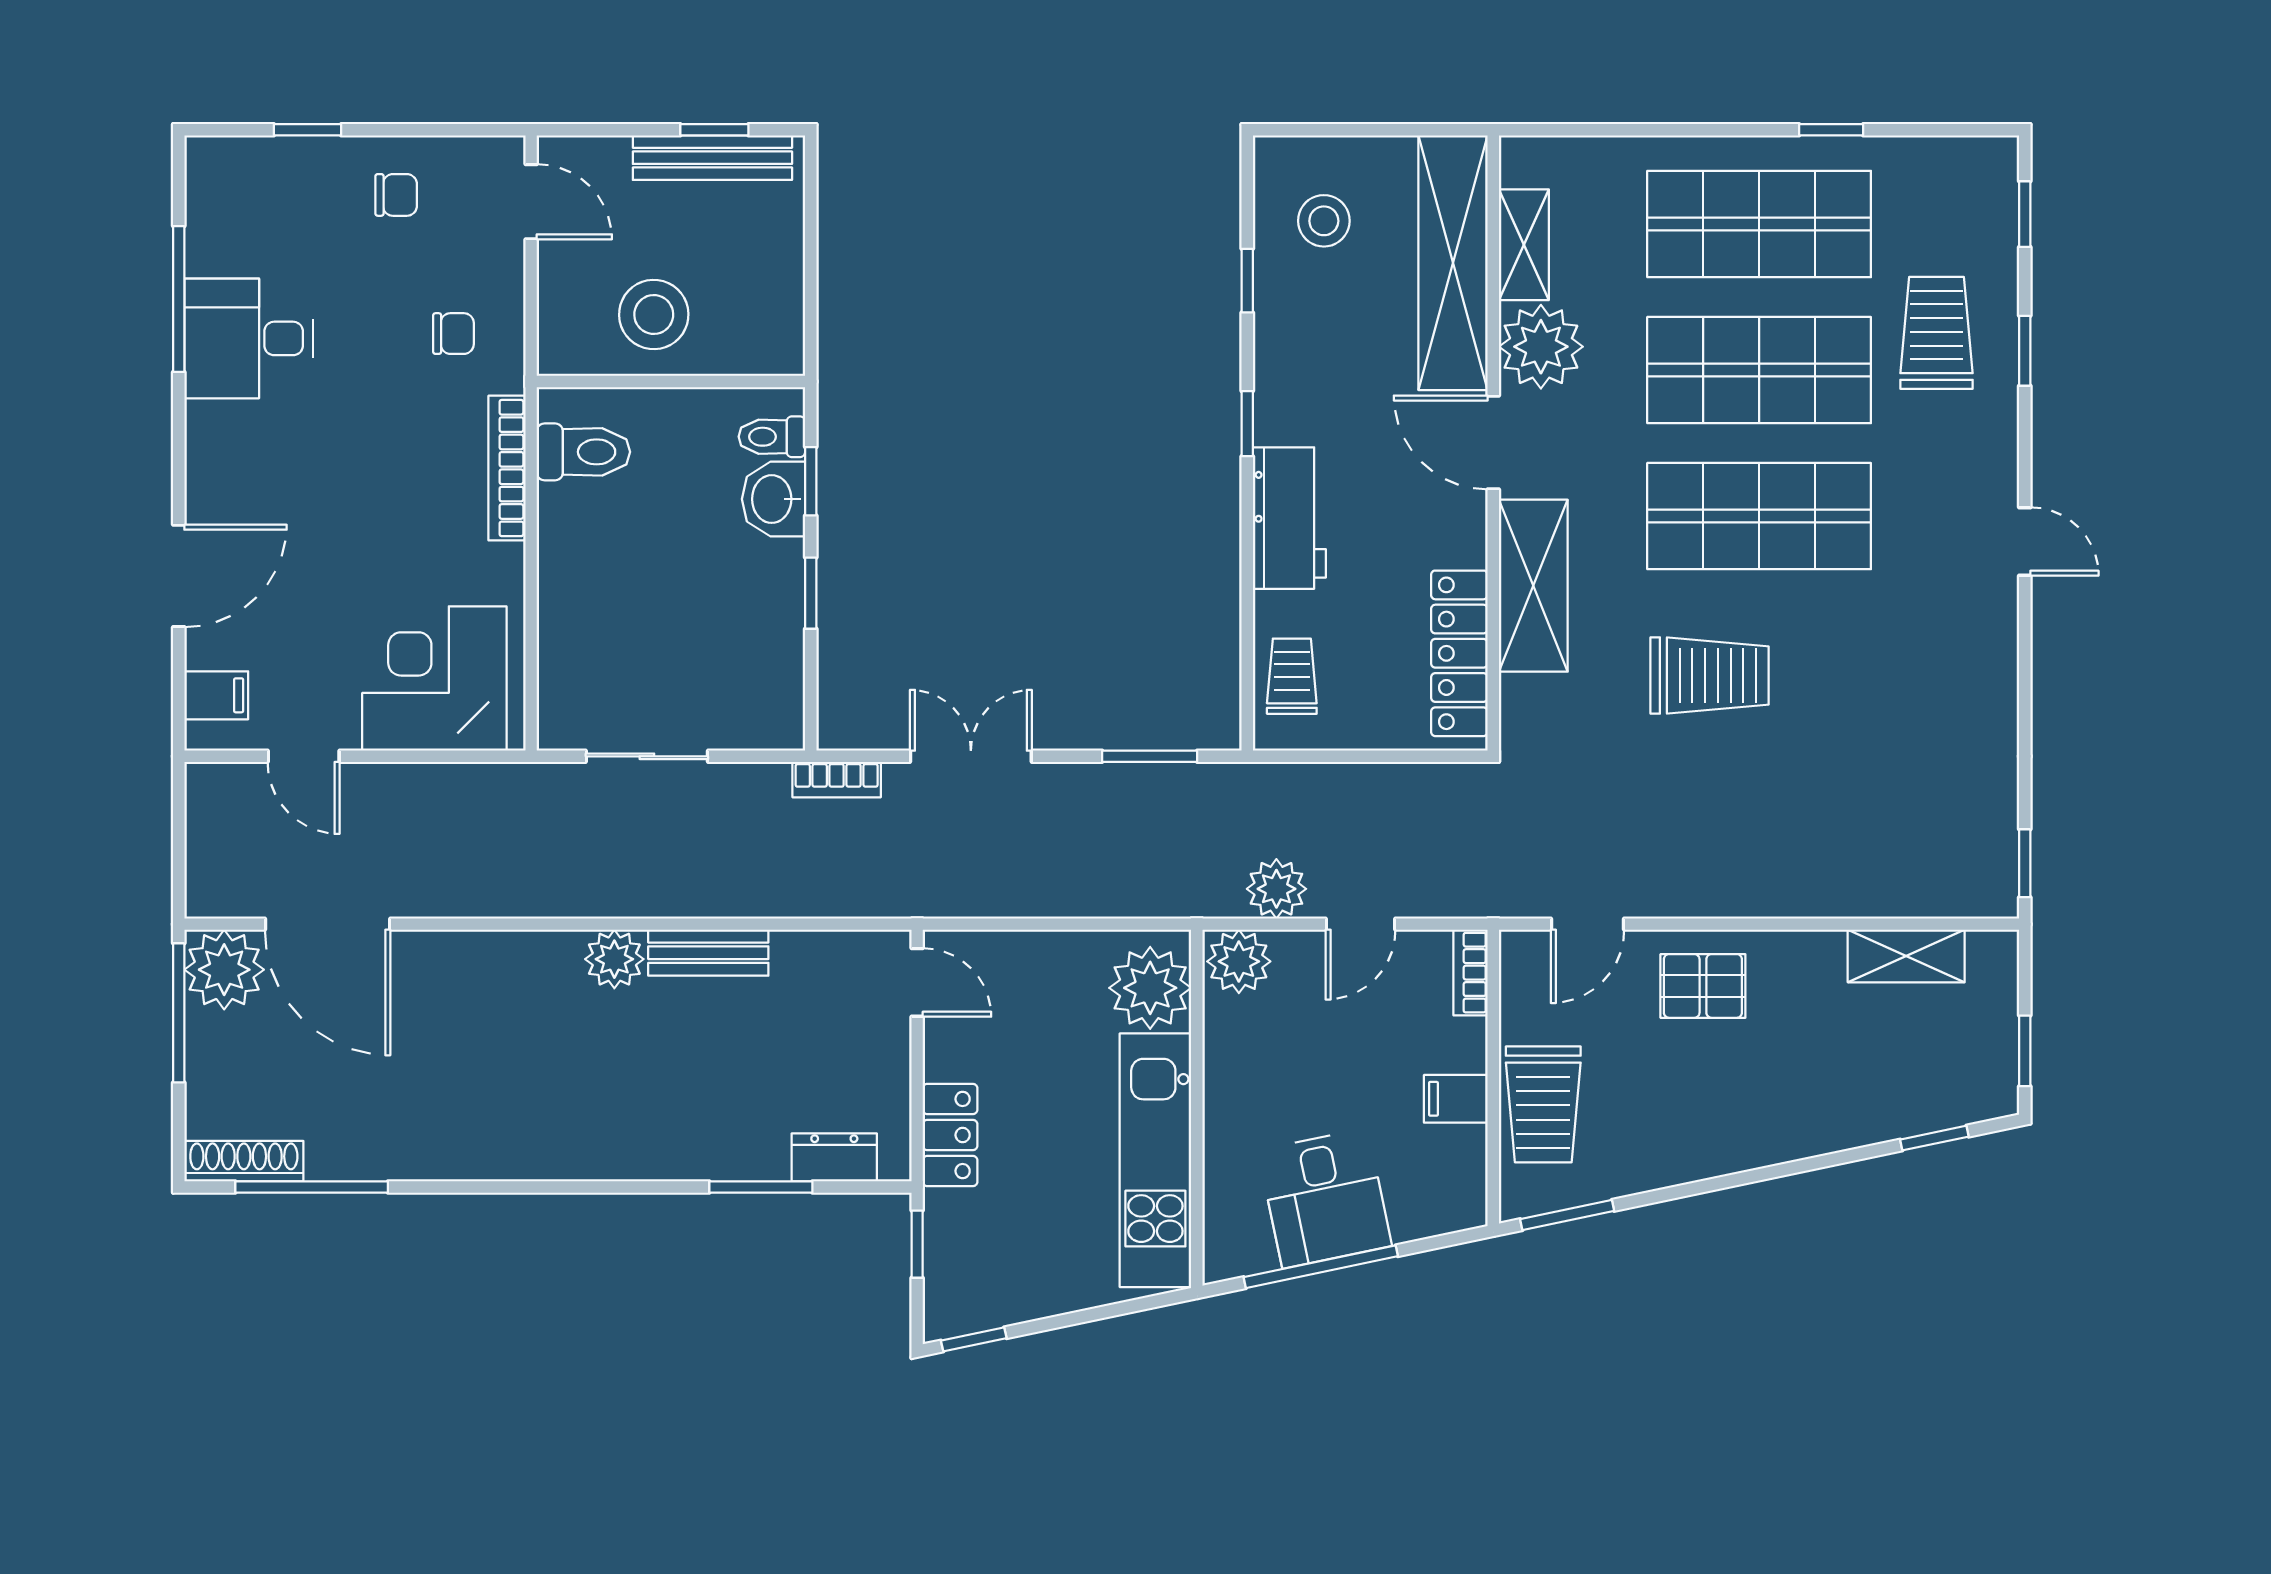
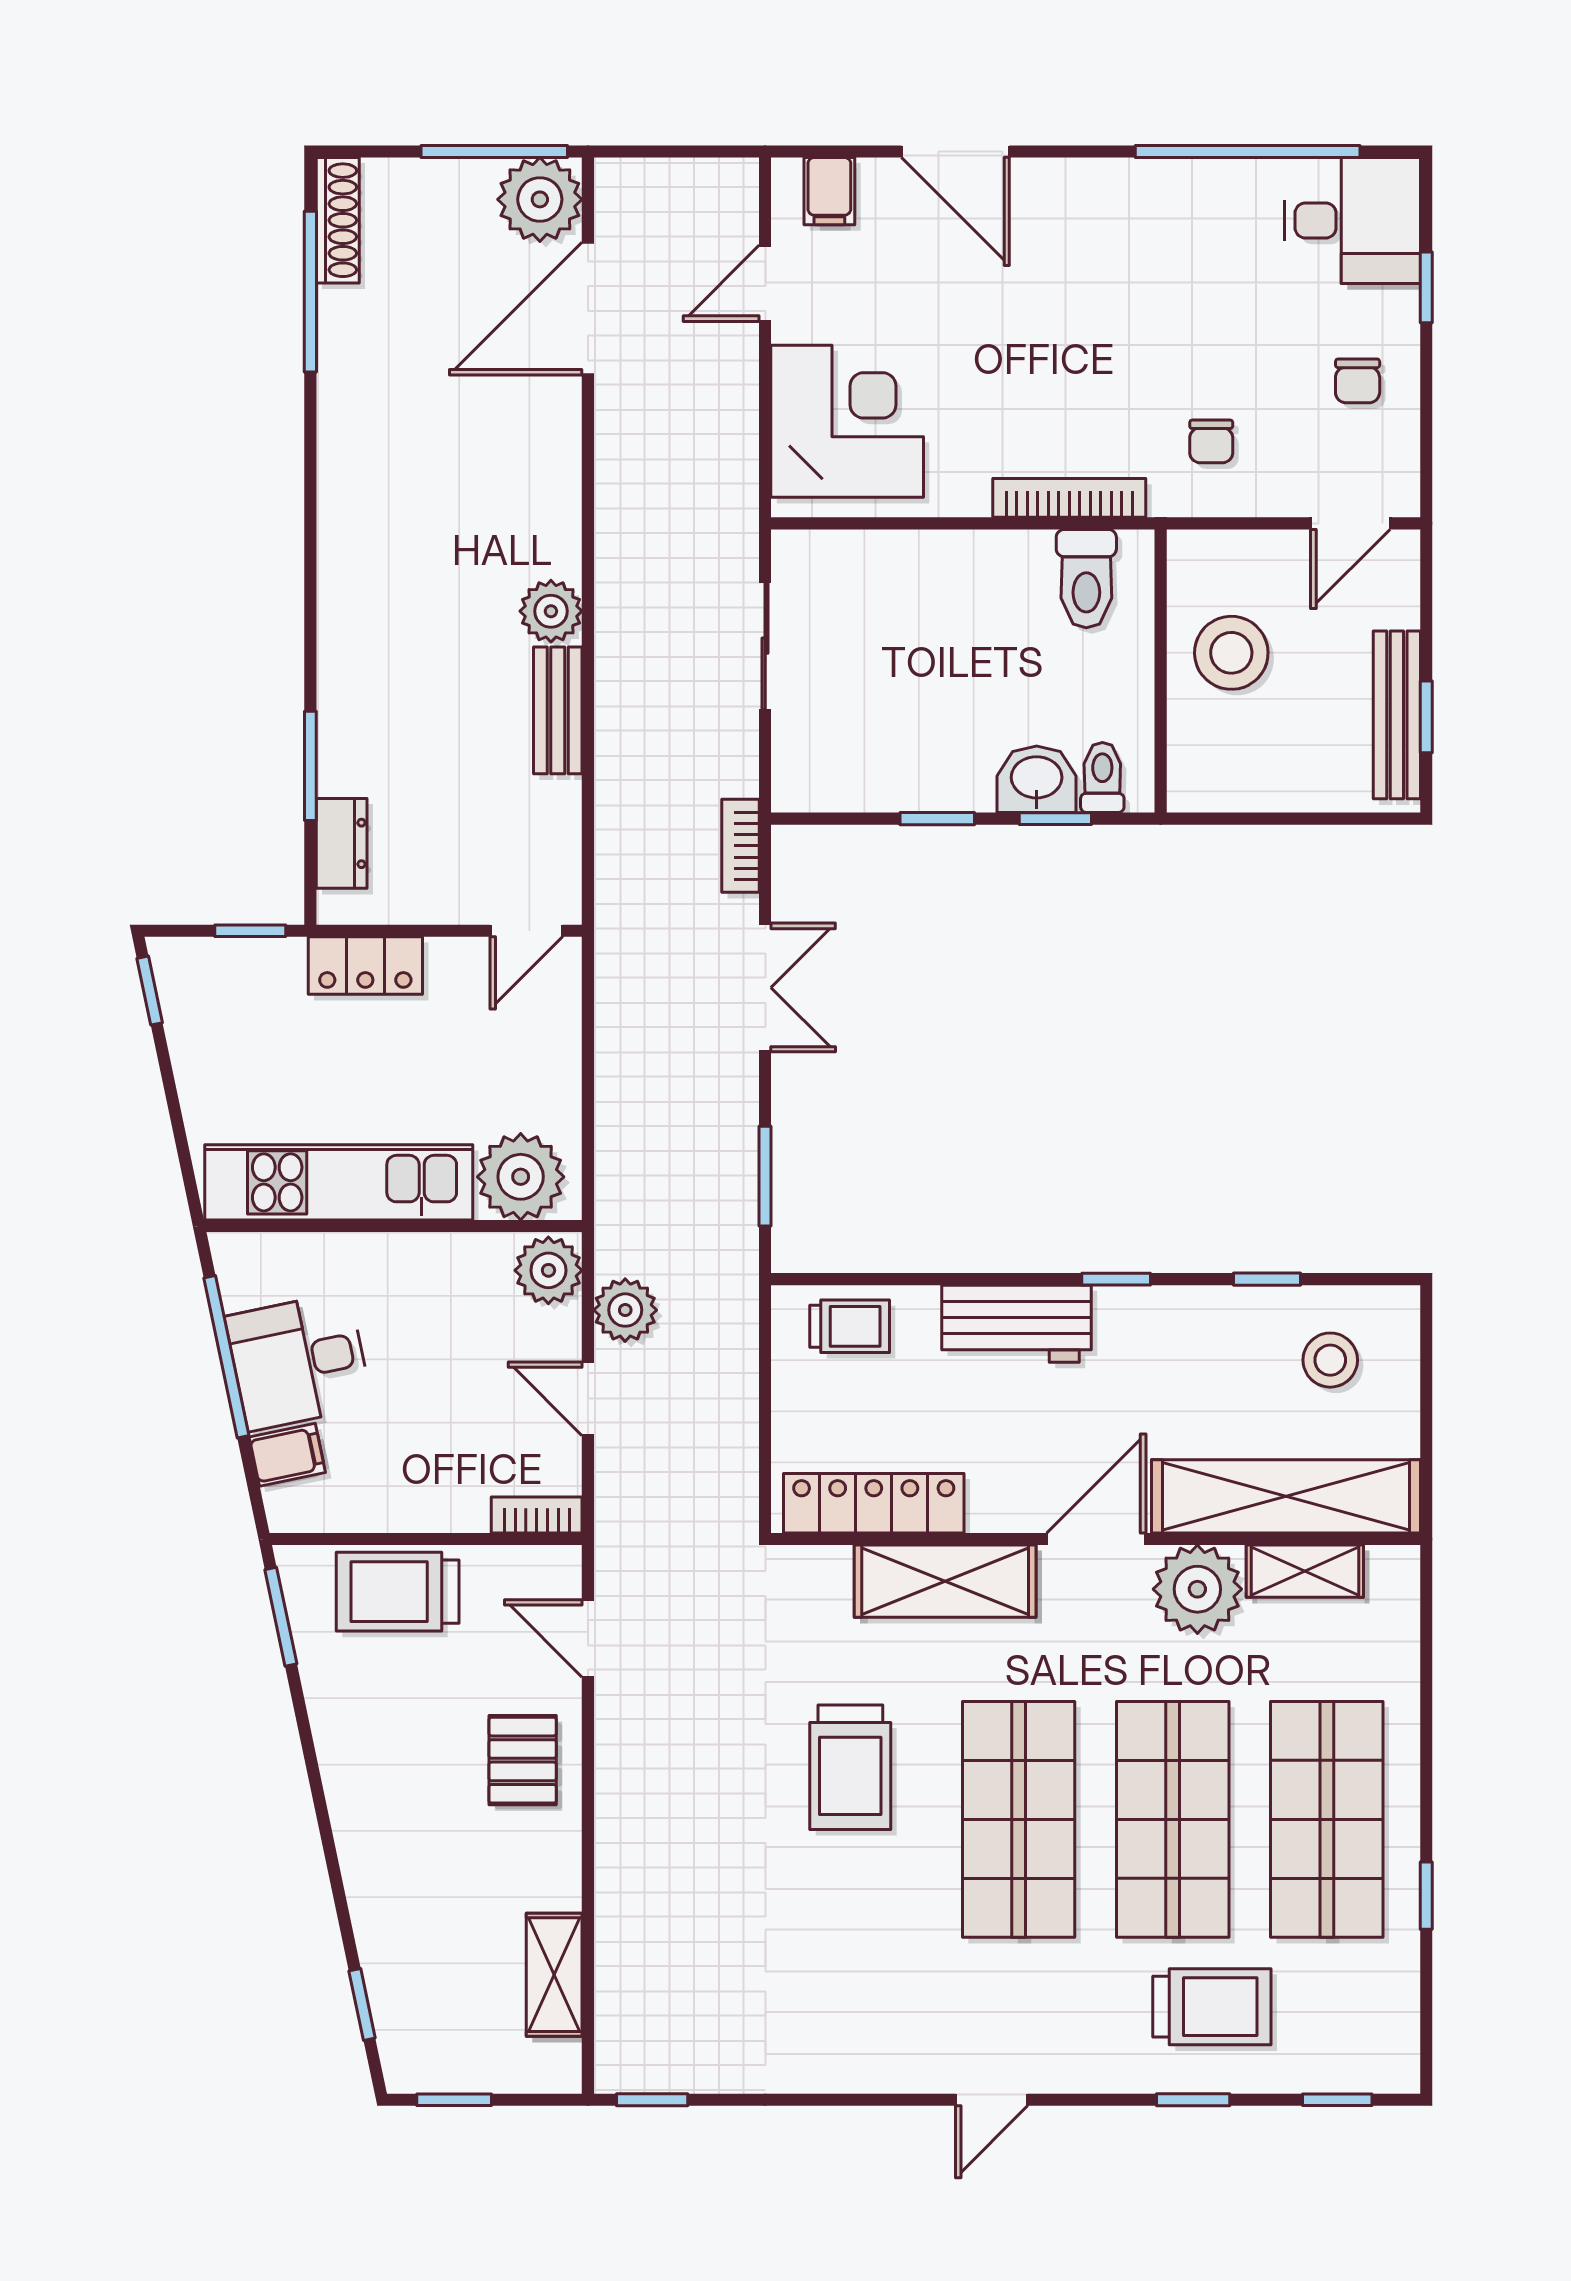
window: (179, 299) -> (1248, 151), width x1.46
desk: (249, 338) -> (1352, 220), moved, turned 90
filing cabinet: (1456, 1099) -> (287, 1455), moved, turned 78

